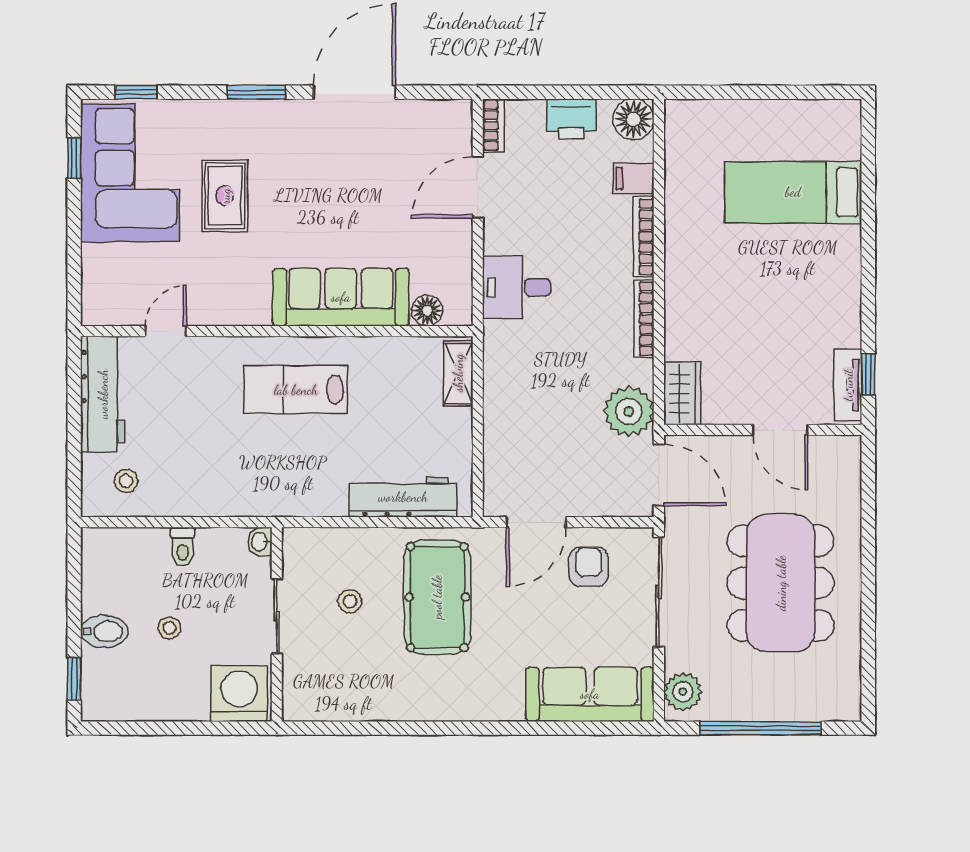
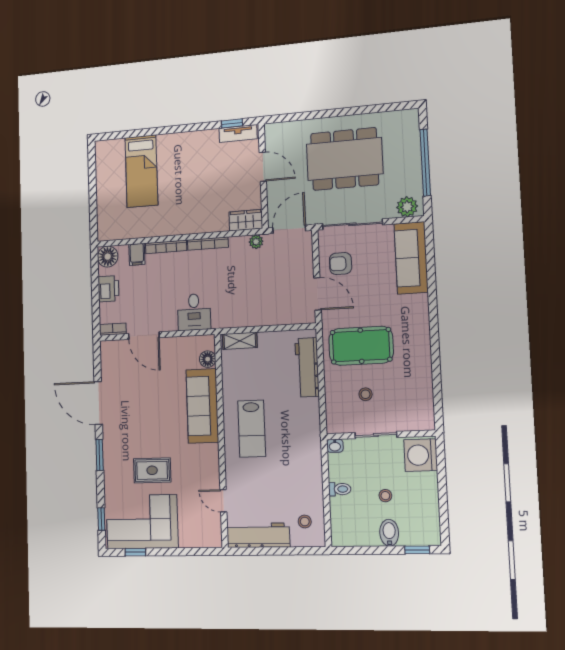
plant: (629, 411) -> (256, 242), width x0.53, depth x0.53
door: (780, 430) -> (263, 167), hinge flipped

